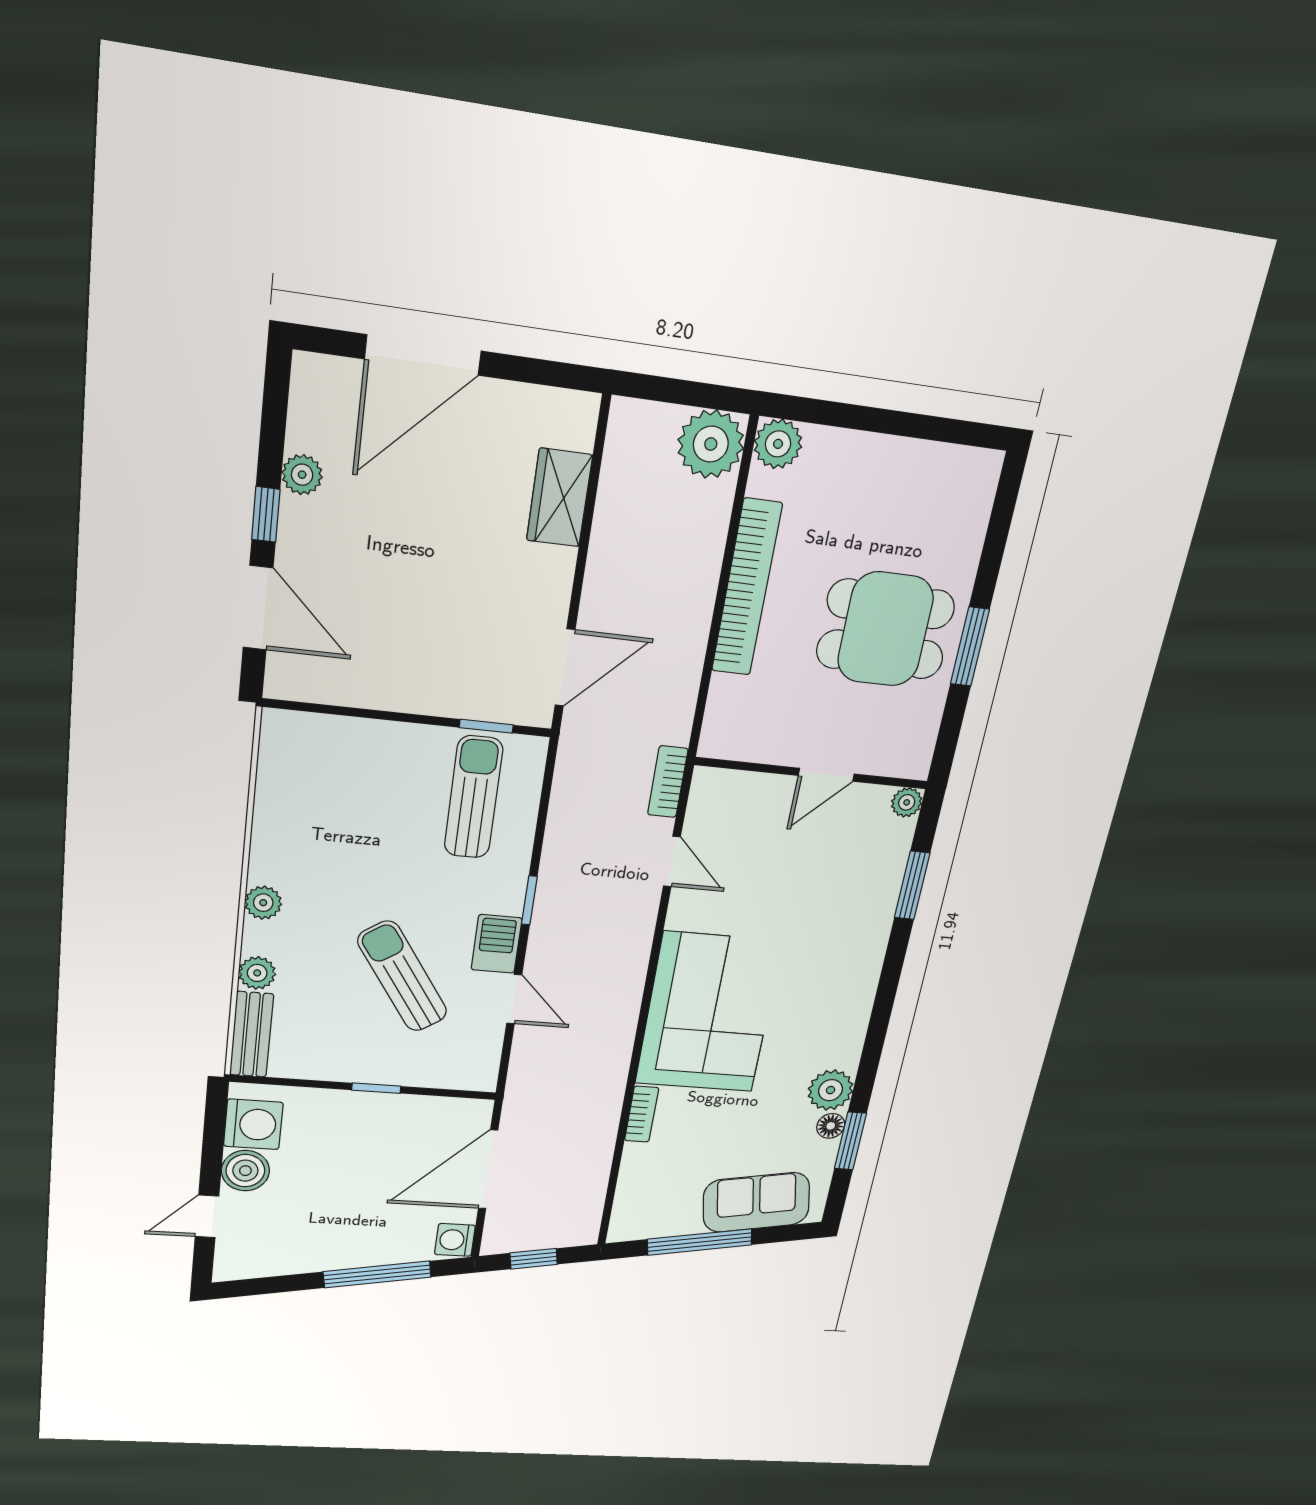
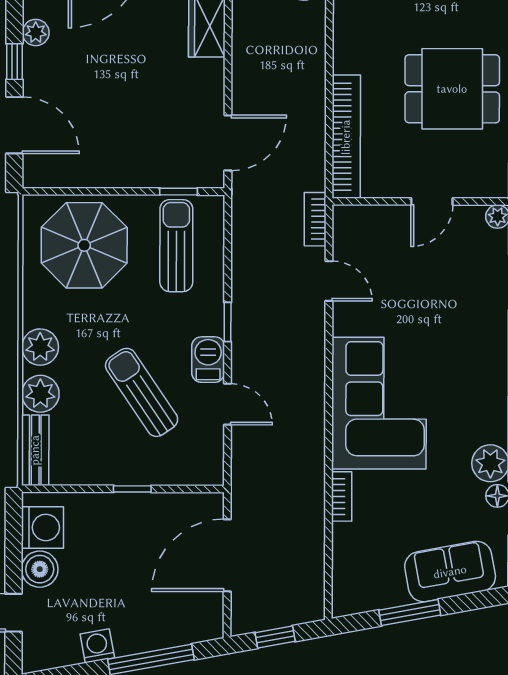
bookcase: (747, 588) -> (346, 137), moved
parasol: (344, 784) -> (84, 245), added
plant: (263, 903) -> (40, 347), width x1.38, depth x1.38
plant: (257, 973) -> (40, 394), width x1.38, depth x1.38
washing machine: (455, 1240) -> (97, 646), moved, turned 80
window: (700, 1242) -> (410, 613), width x0.69

